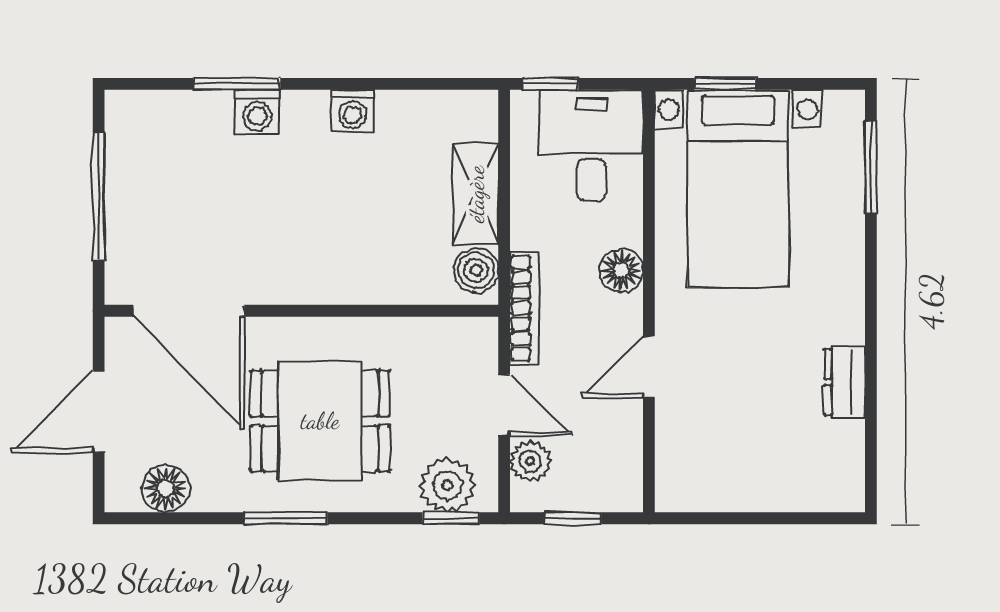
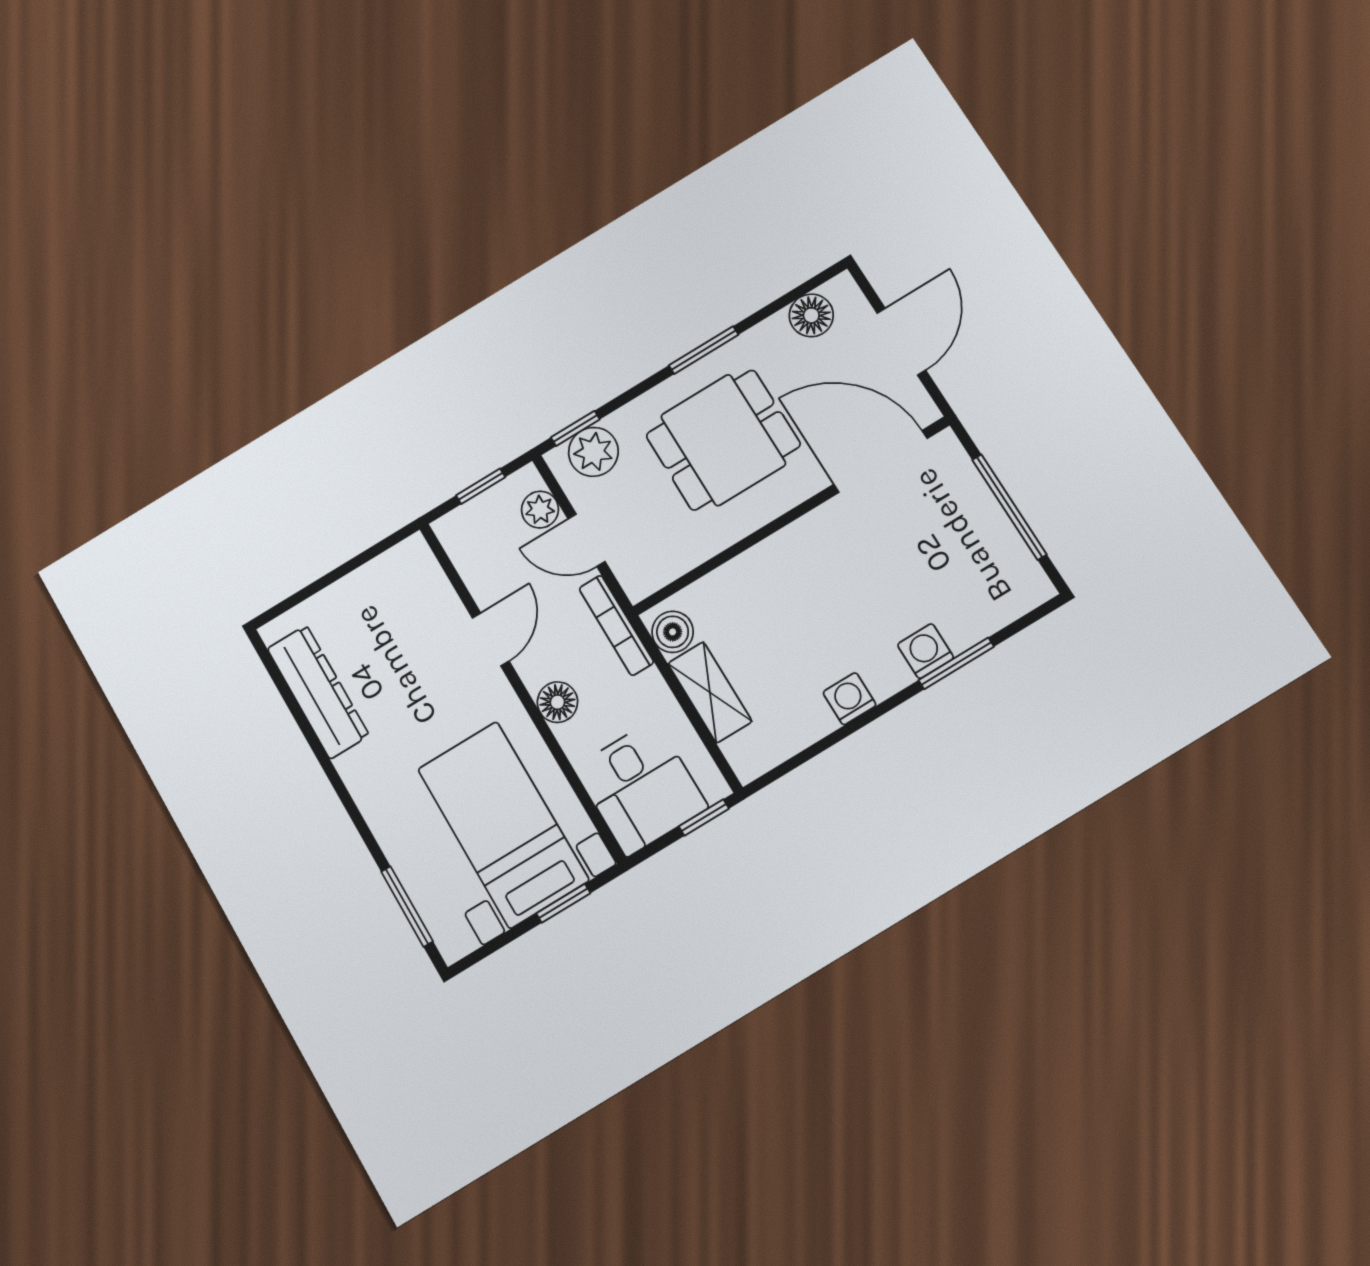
dresser: (845, 382) -> (318, 692), width x1.96, depth x1.24

